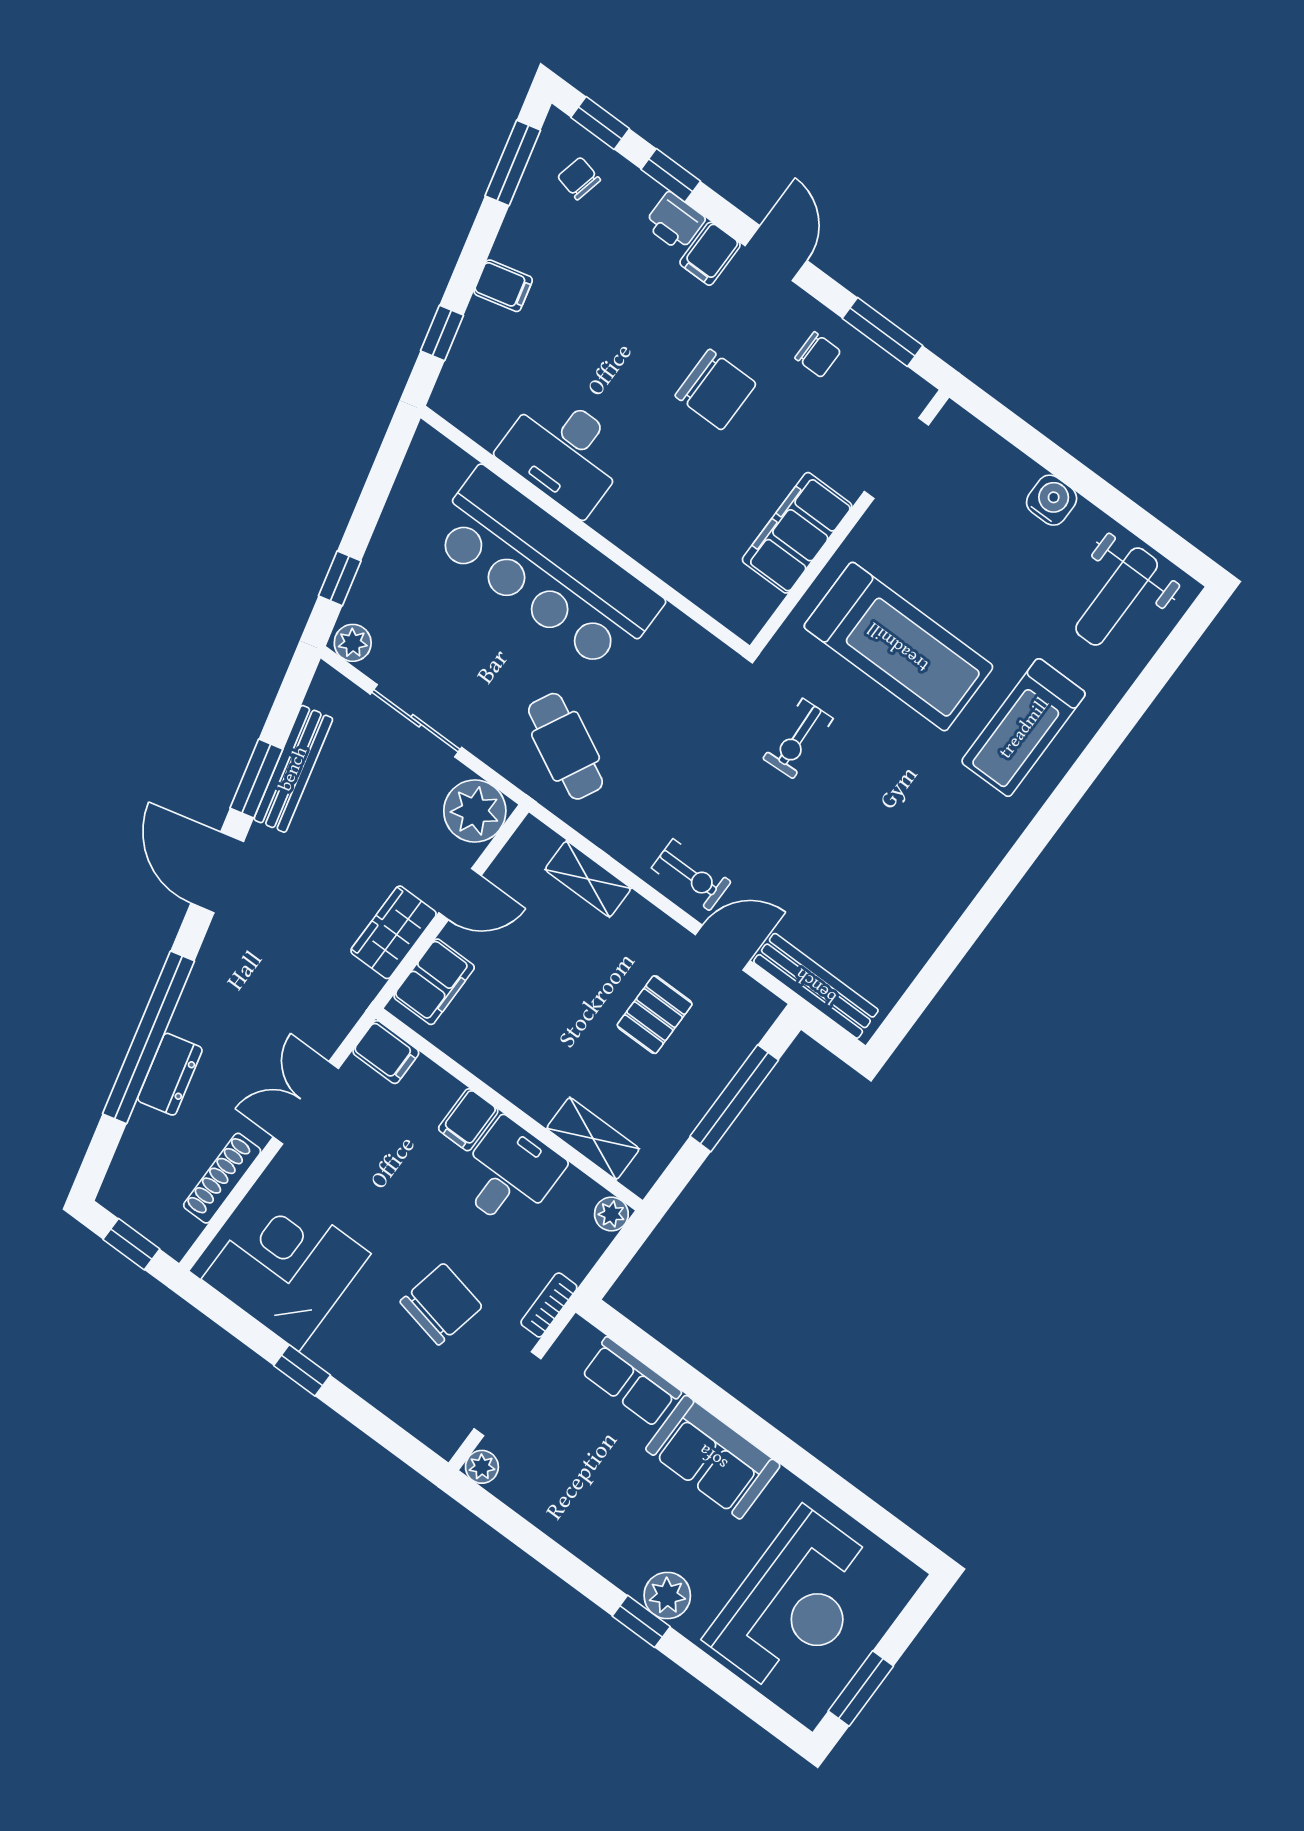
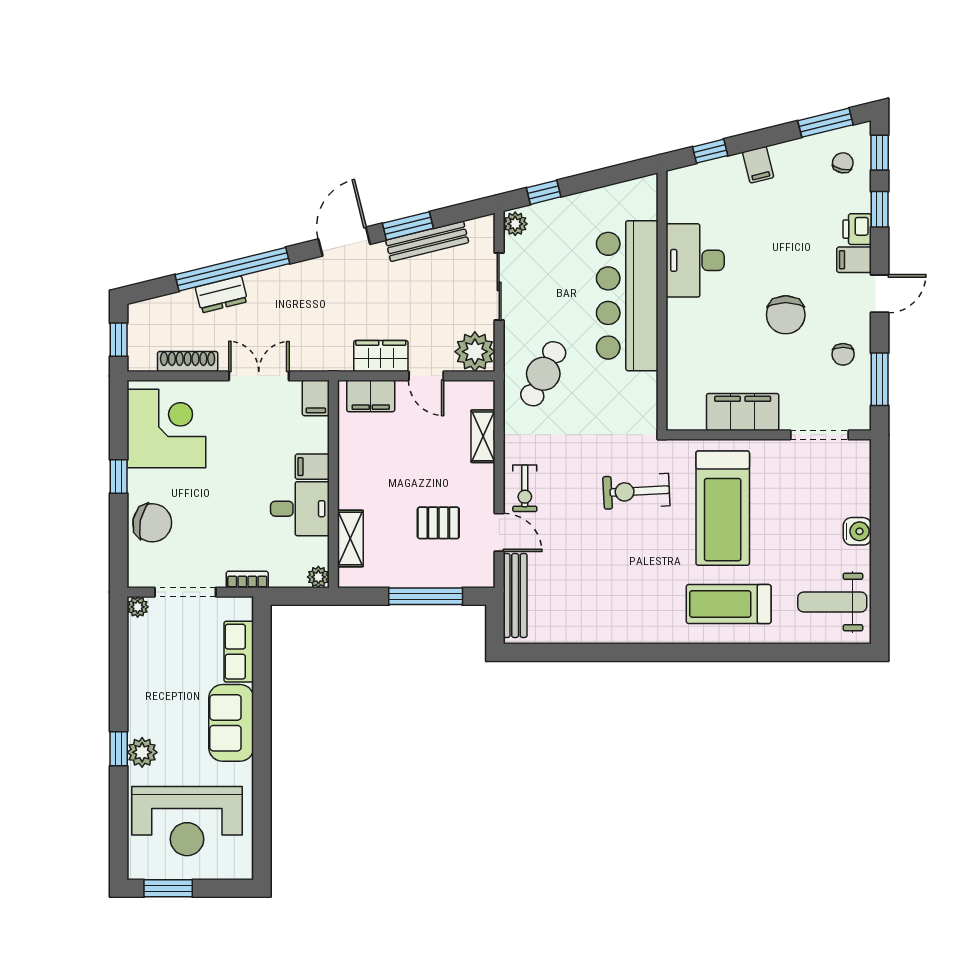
exercise bike: (798, 739) -> (636, 491), width x1.38, depth x1.39
chair: (441, 1304) -> (152, 523), moved

